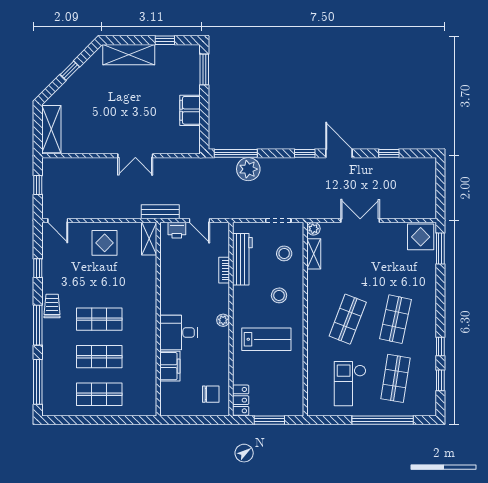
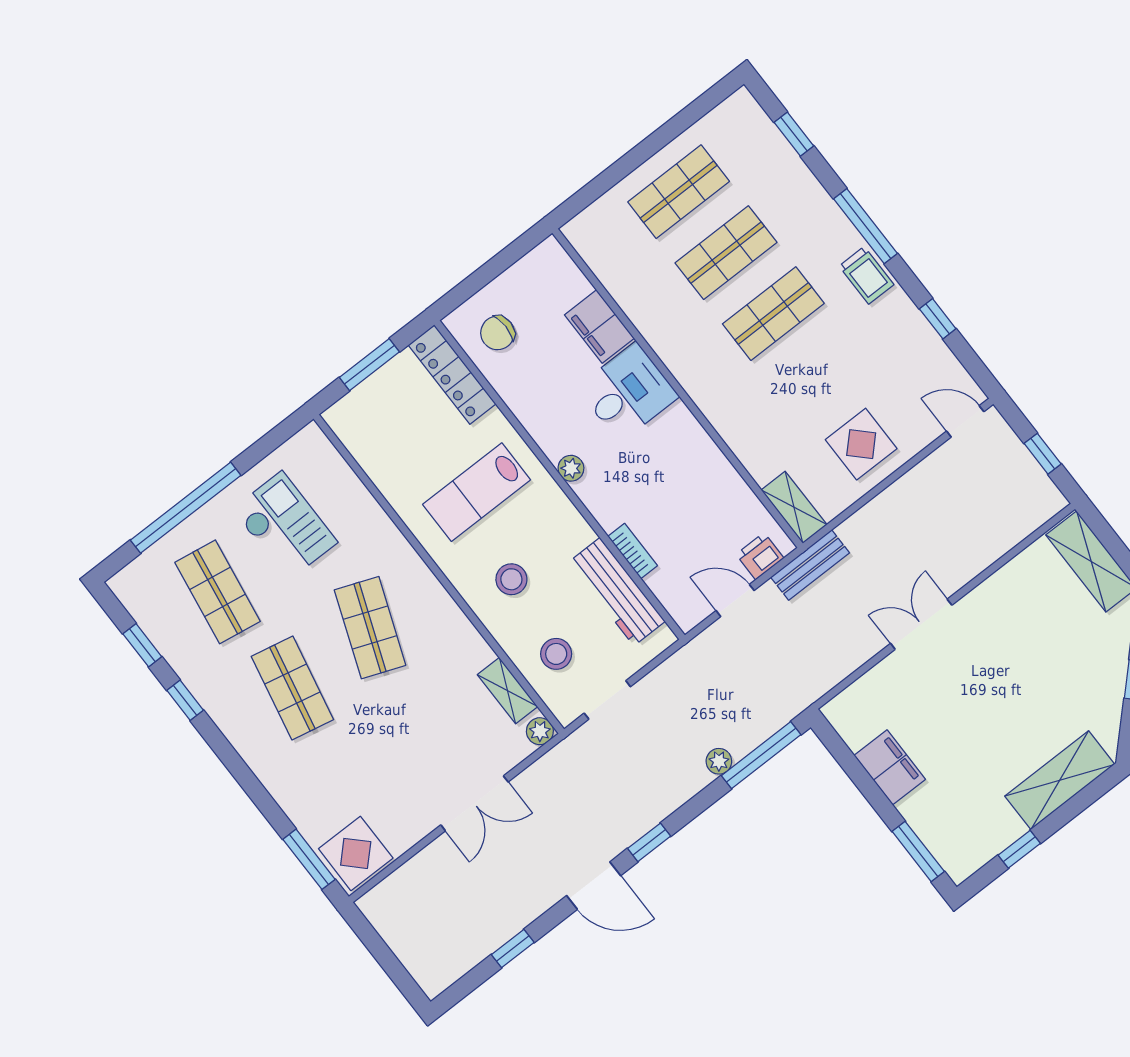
plant: (248, 169) -> (719, 761), width x0.53, depth x0.53
window: (38, 382) -> (794, 134), width x0.46
locker: (241, 400) -> (452, 375), width x1.53

